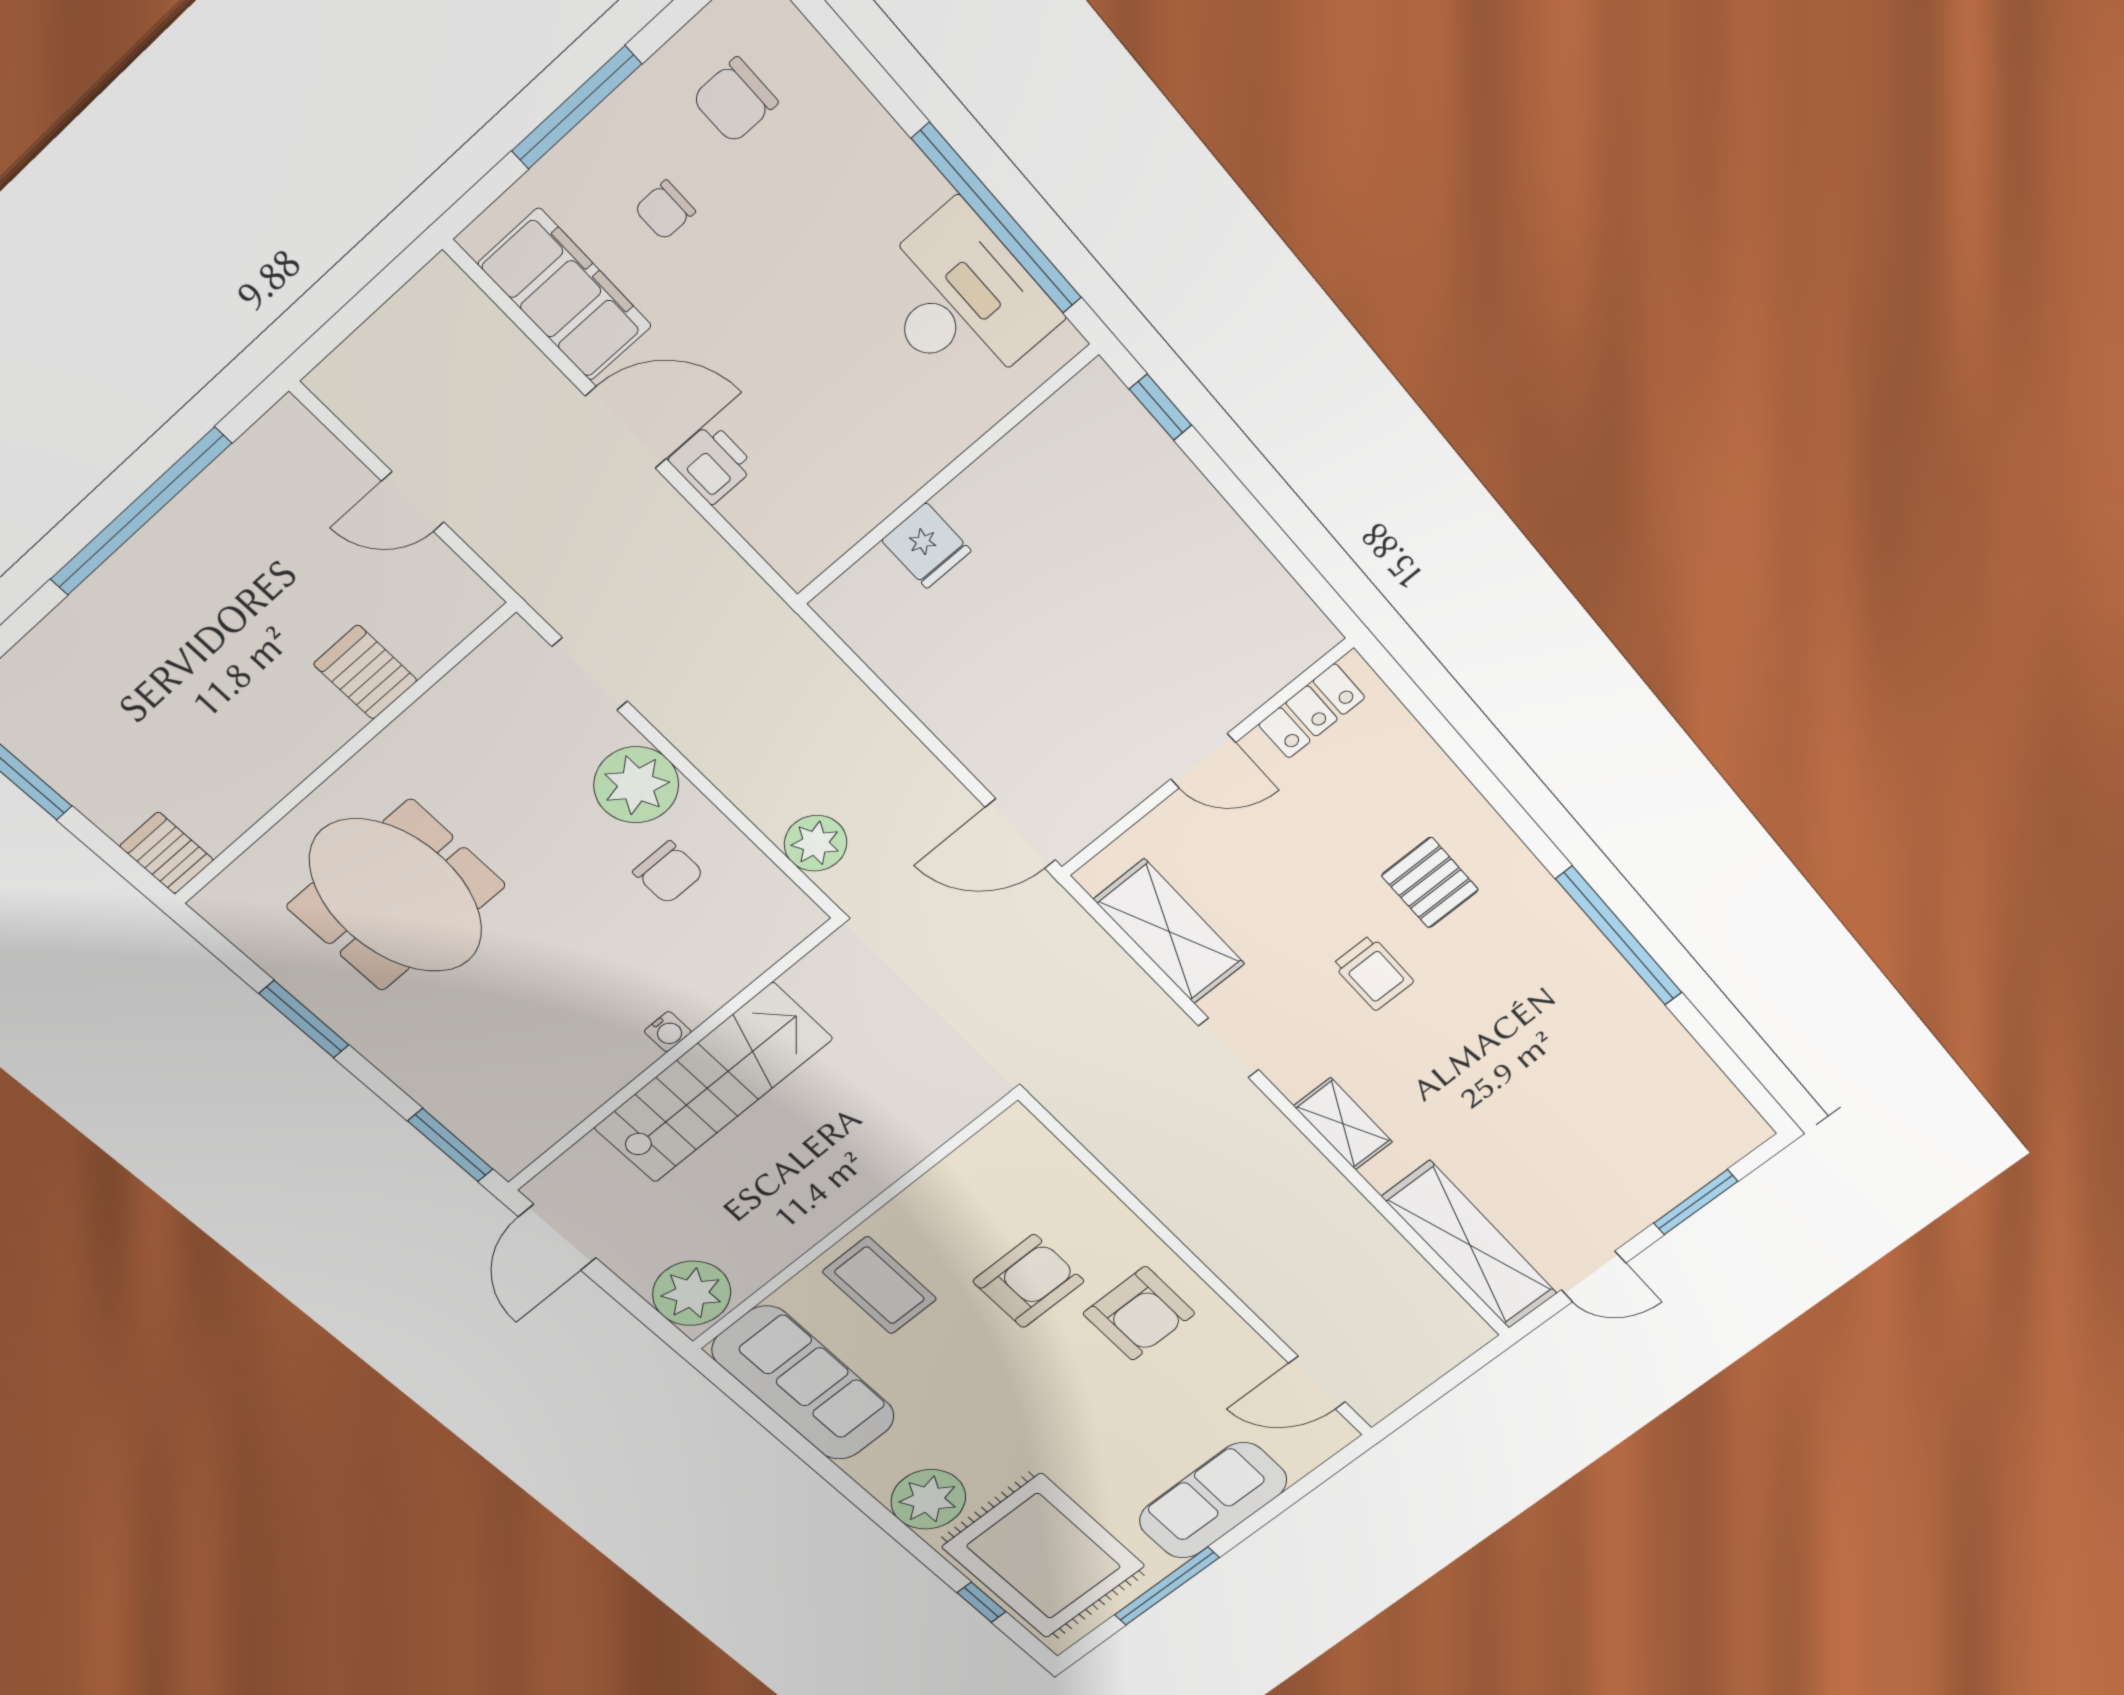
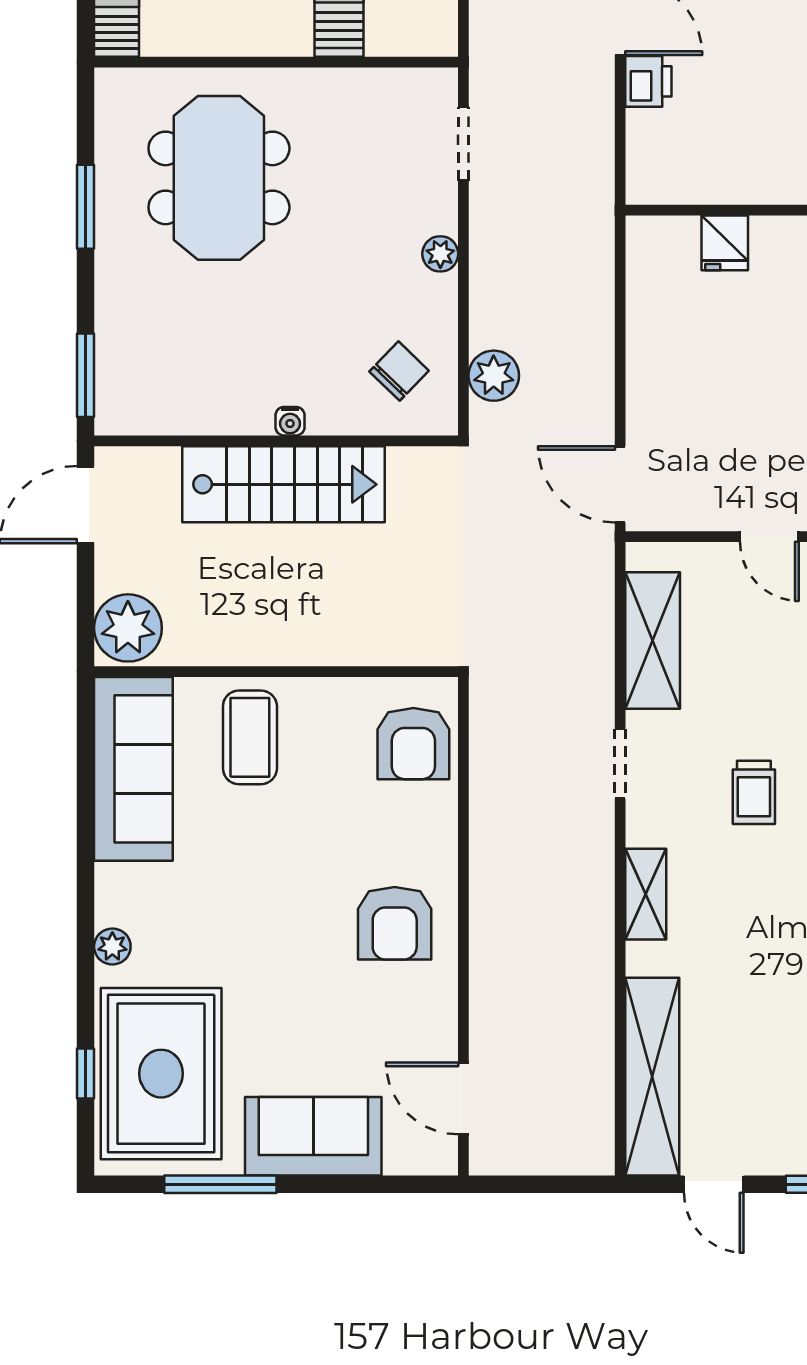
plant: (636, 785) -> (440, 254), width x0.53, depth x0.53
chair: (668, 873) -> (399, 371), moved, turned -136
armchair: (1029, 1281) -> (413, 744), moved, turned 90
plant: (928, 1499) -> (112, 947), width x0.53, depth x0.53

